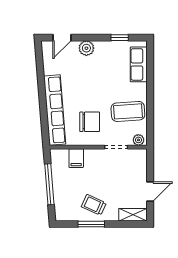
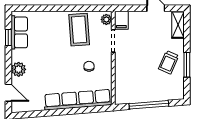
row of seats: (139, 64) -> (19, 32), moved, turned -90
chair: (90, 122) -> (89, 66), width x0.54, depth x0.54
filing cabinet: (76, 158) -> (121, 20), moved, turned 90

